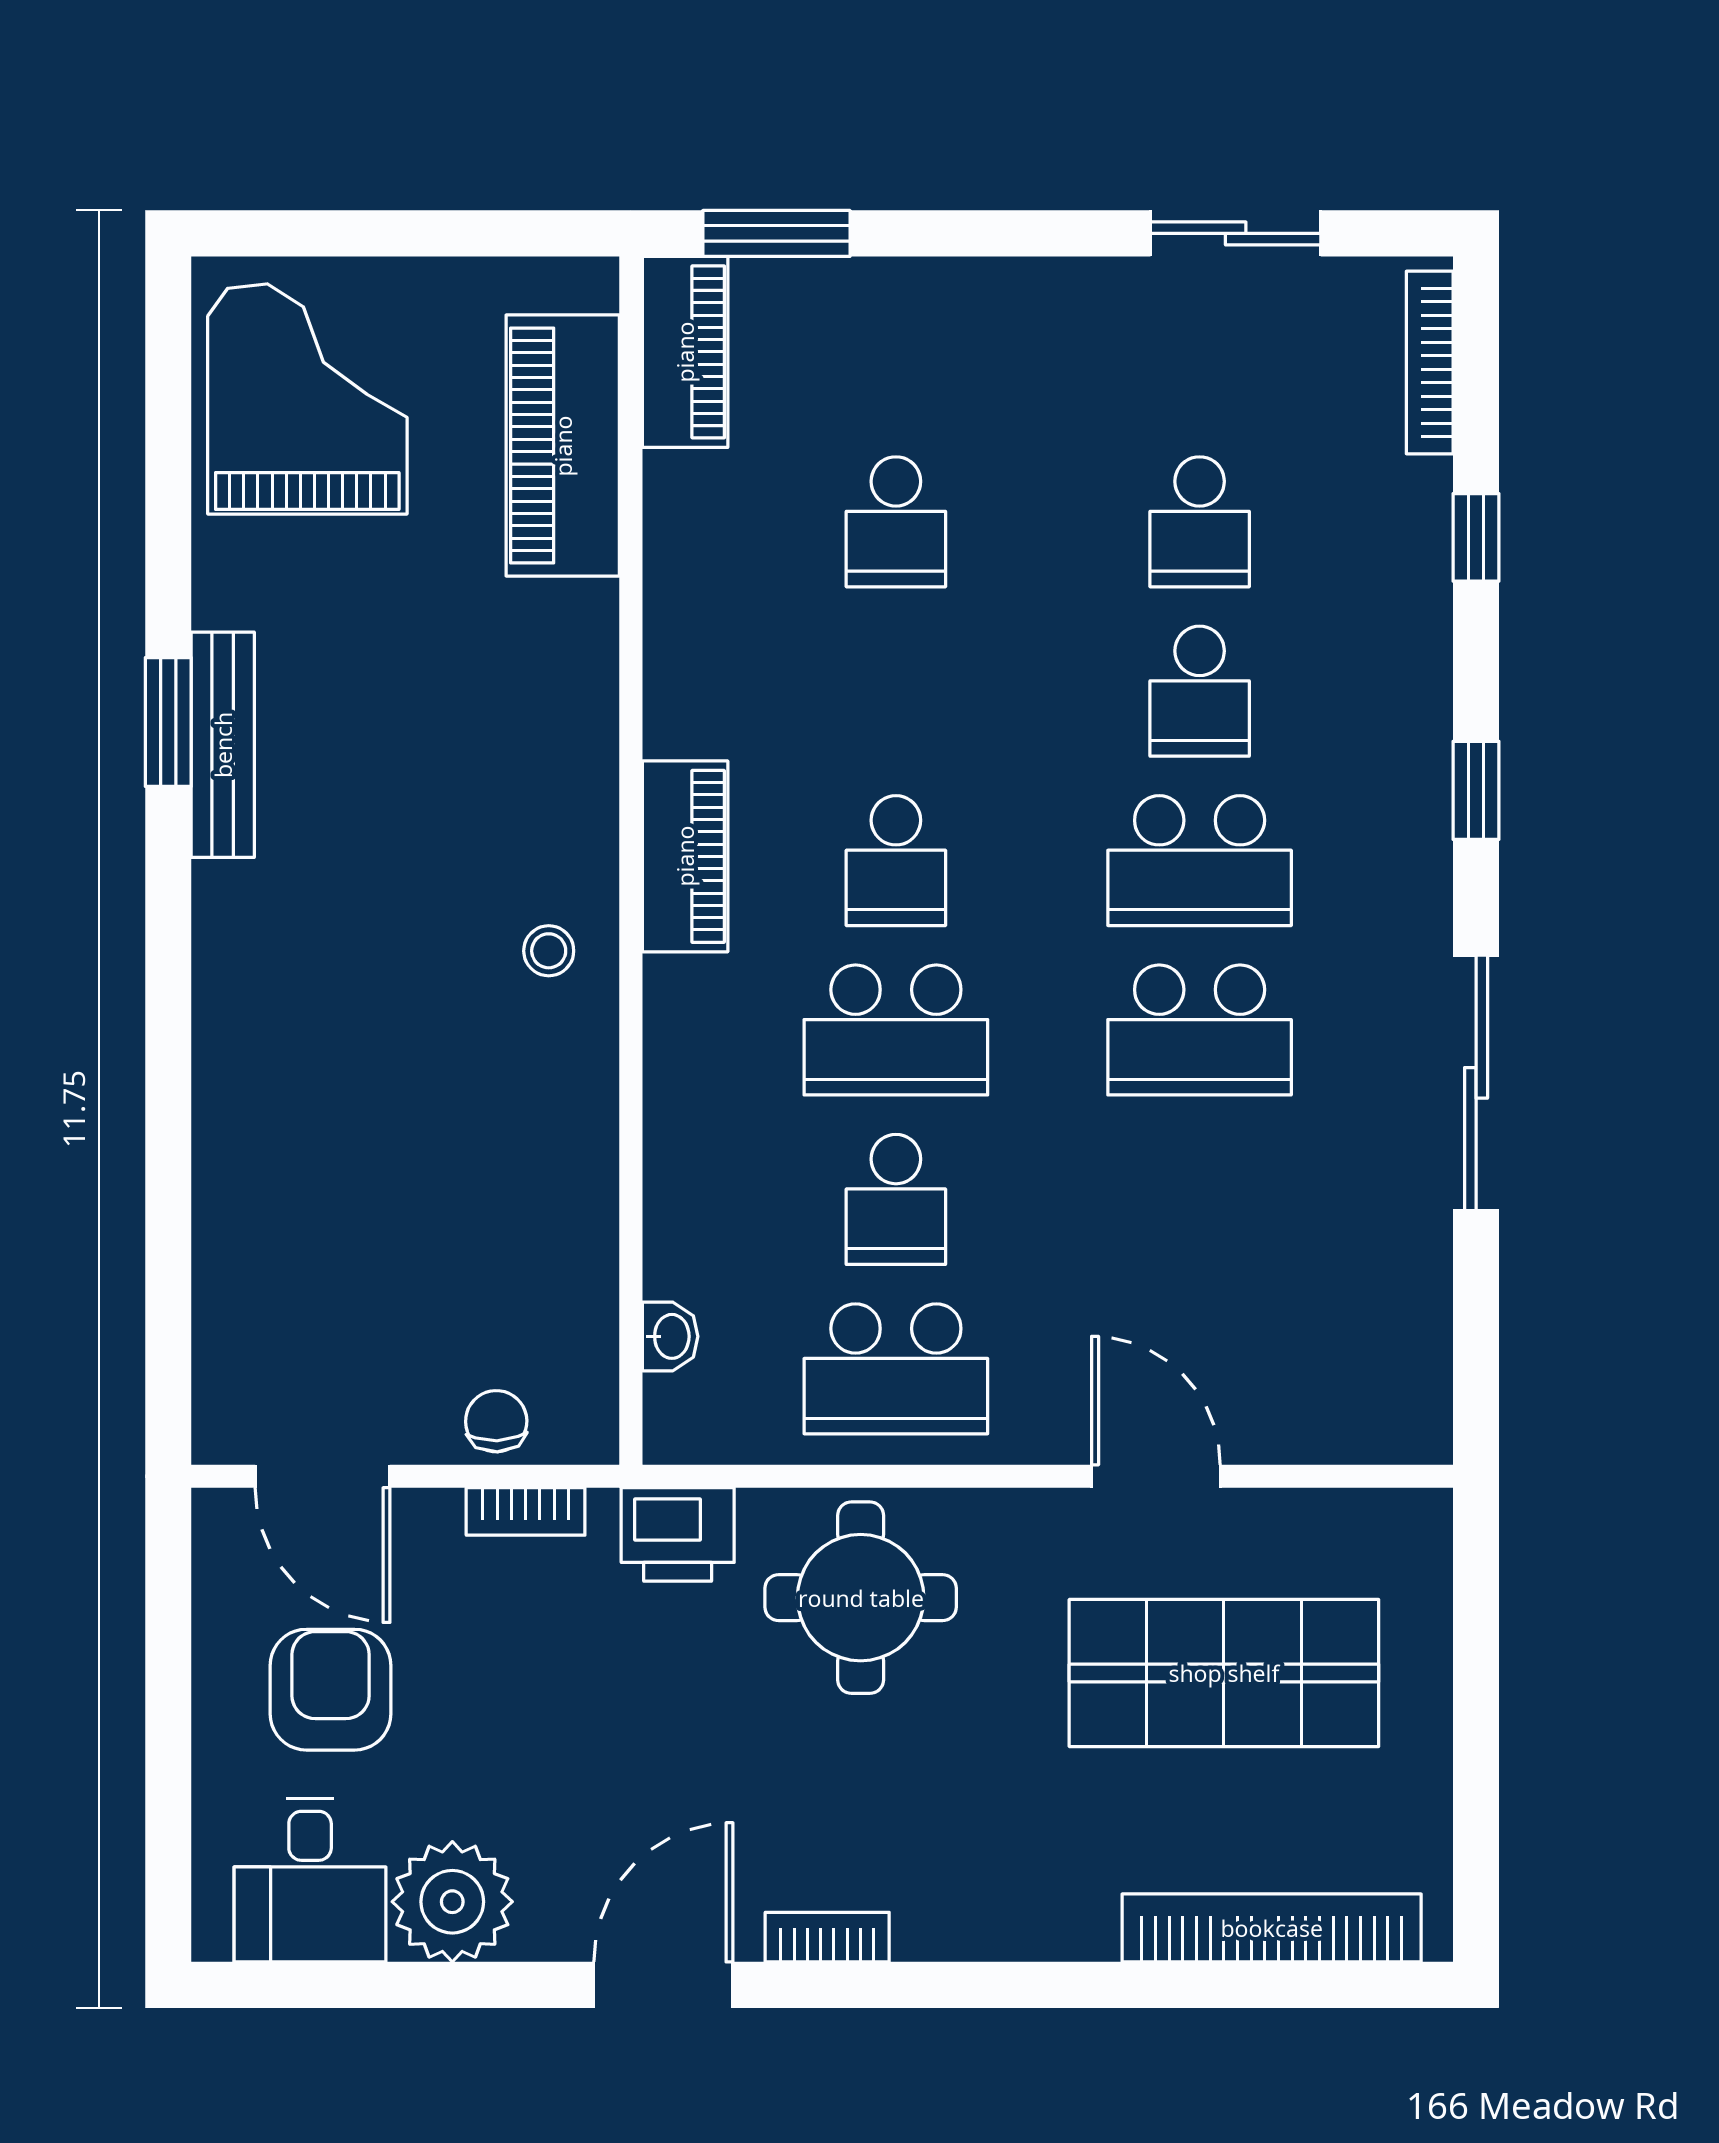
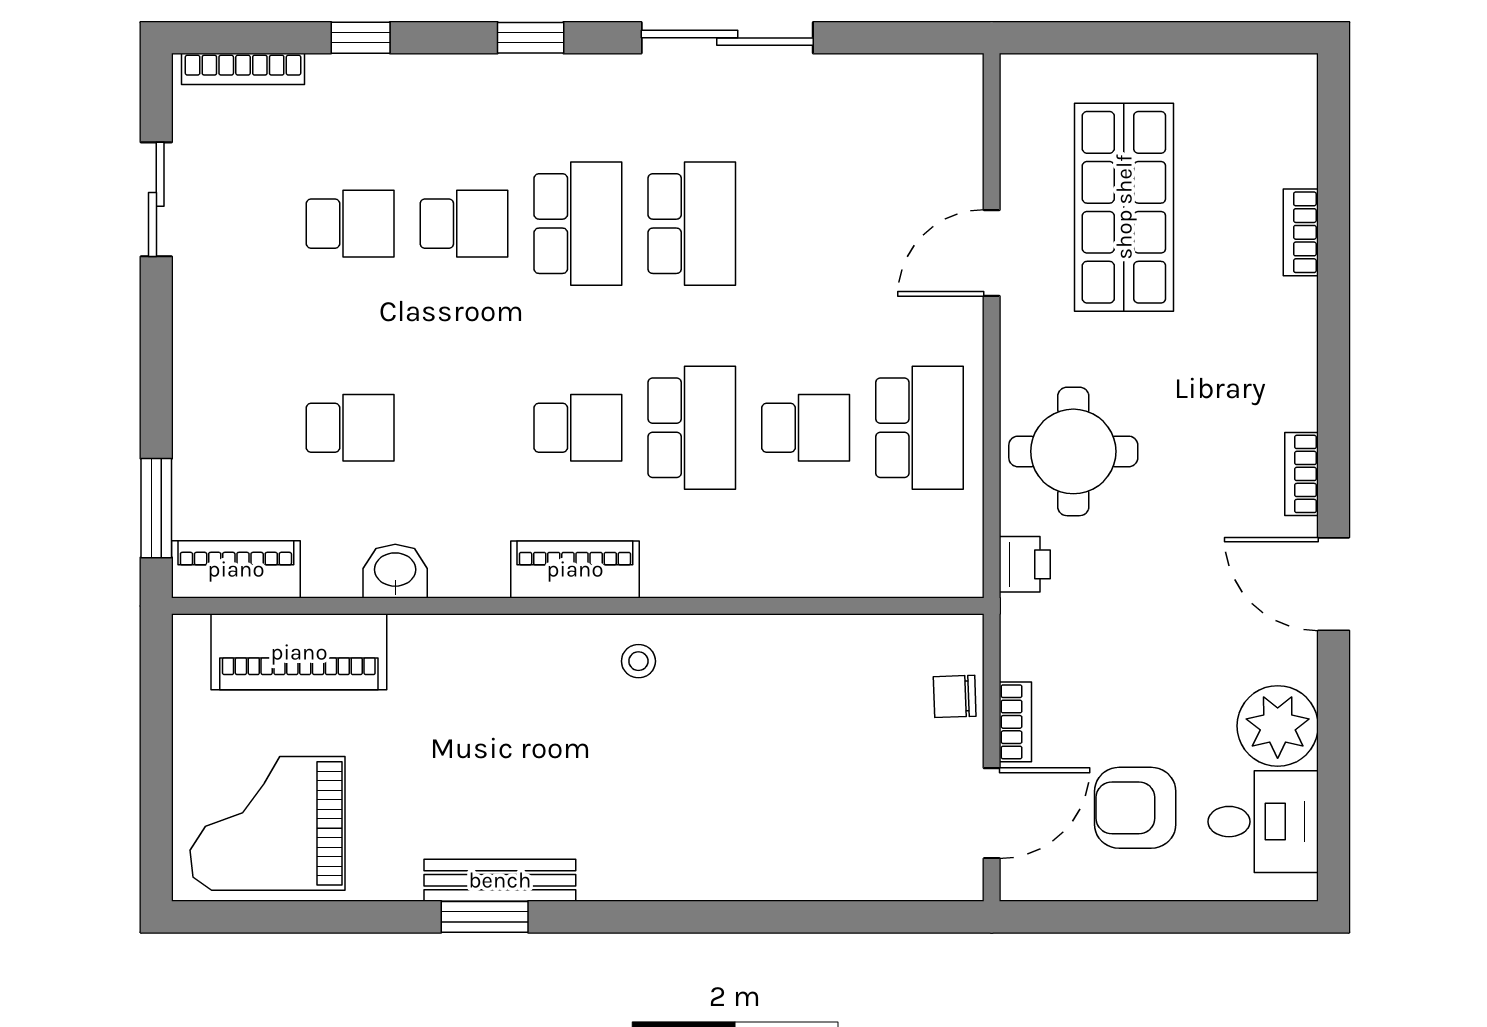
washbasin: (670, 1336) -> (395, 571), moved, width x1.38, depth x1.45
bookcase: (526, 1511) -> (1015, 722), moved
printer: (678, 1534) -> (1025, 564), width x0.73, depth x0.81
bookcase: (1272, 1928) -> (1301, 232), width x0.43, depth x0.76

